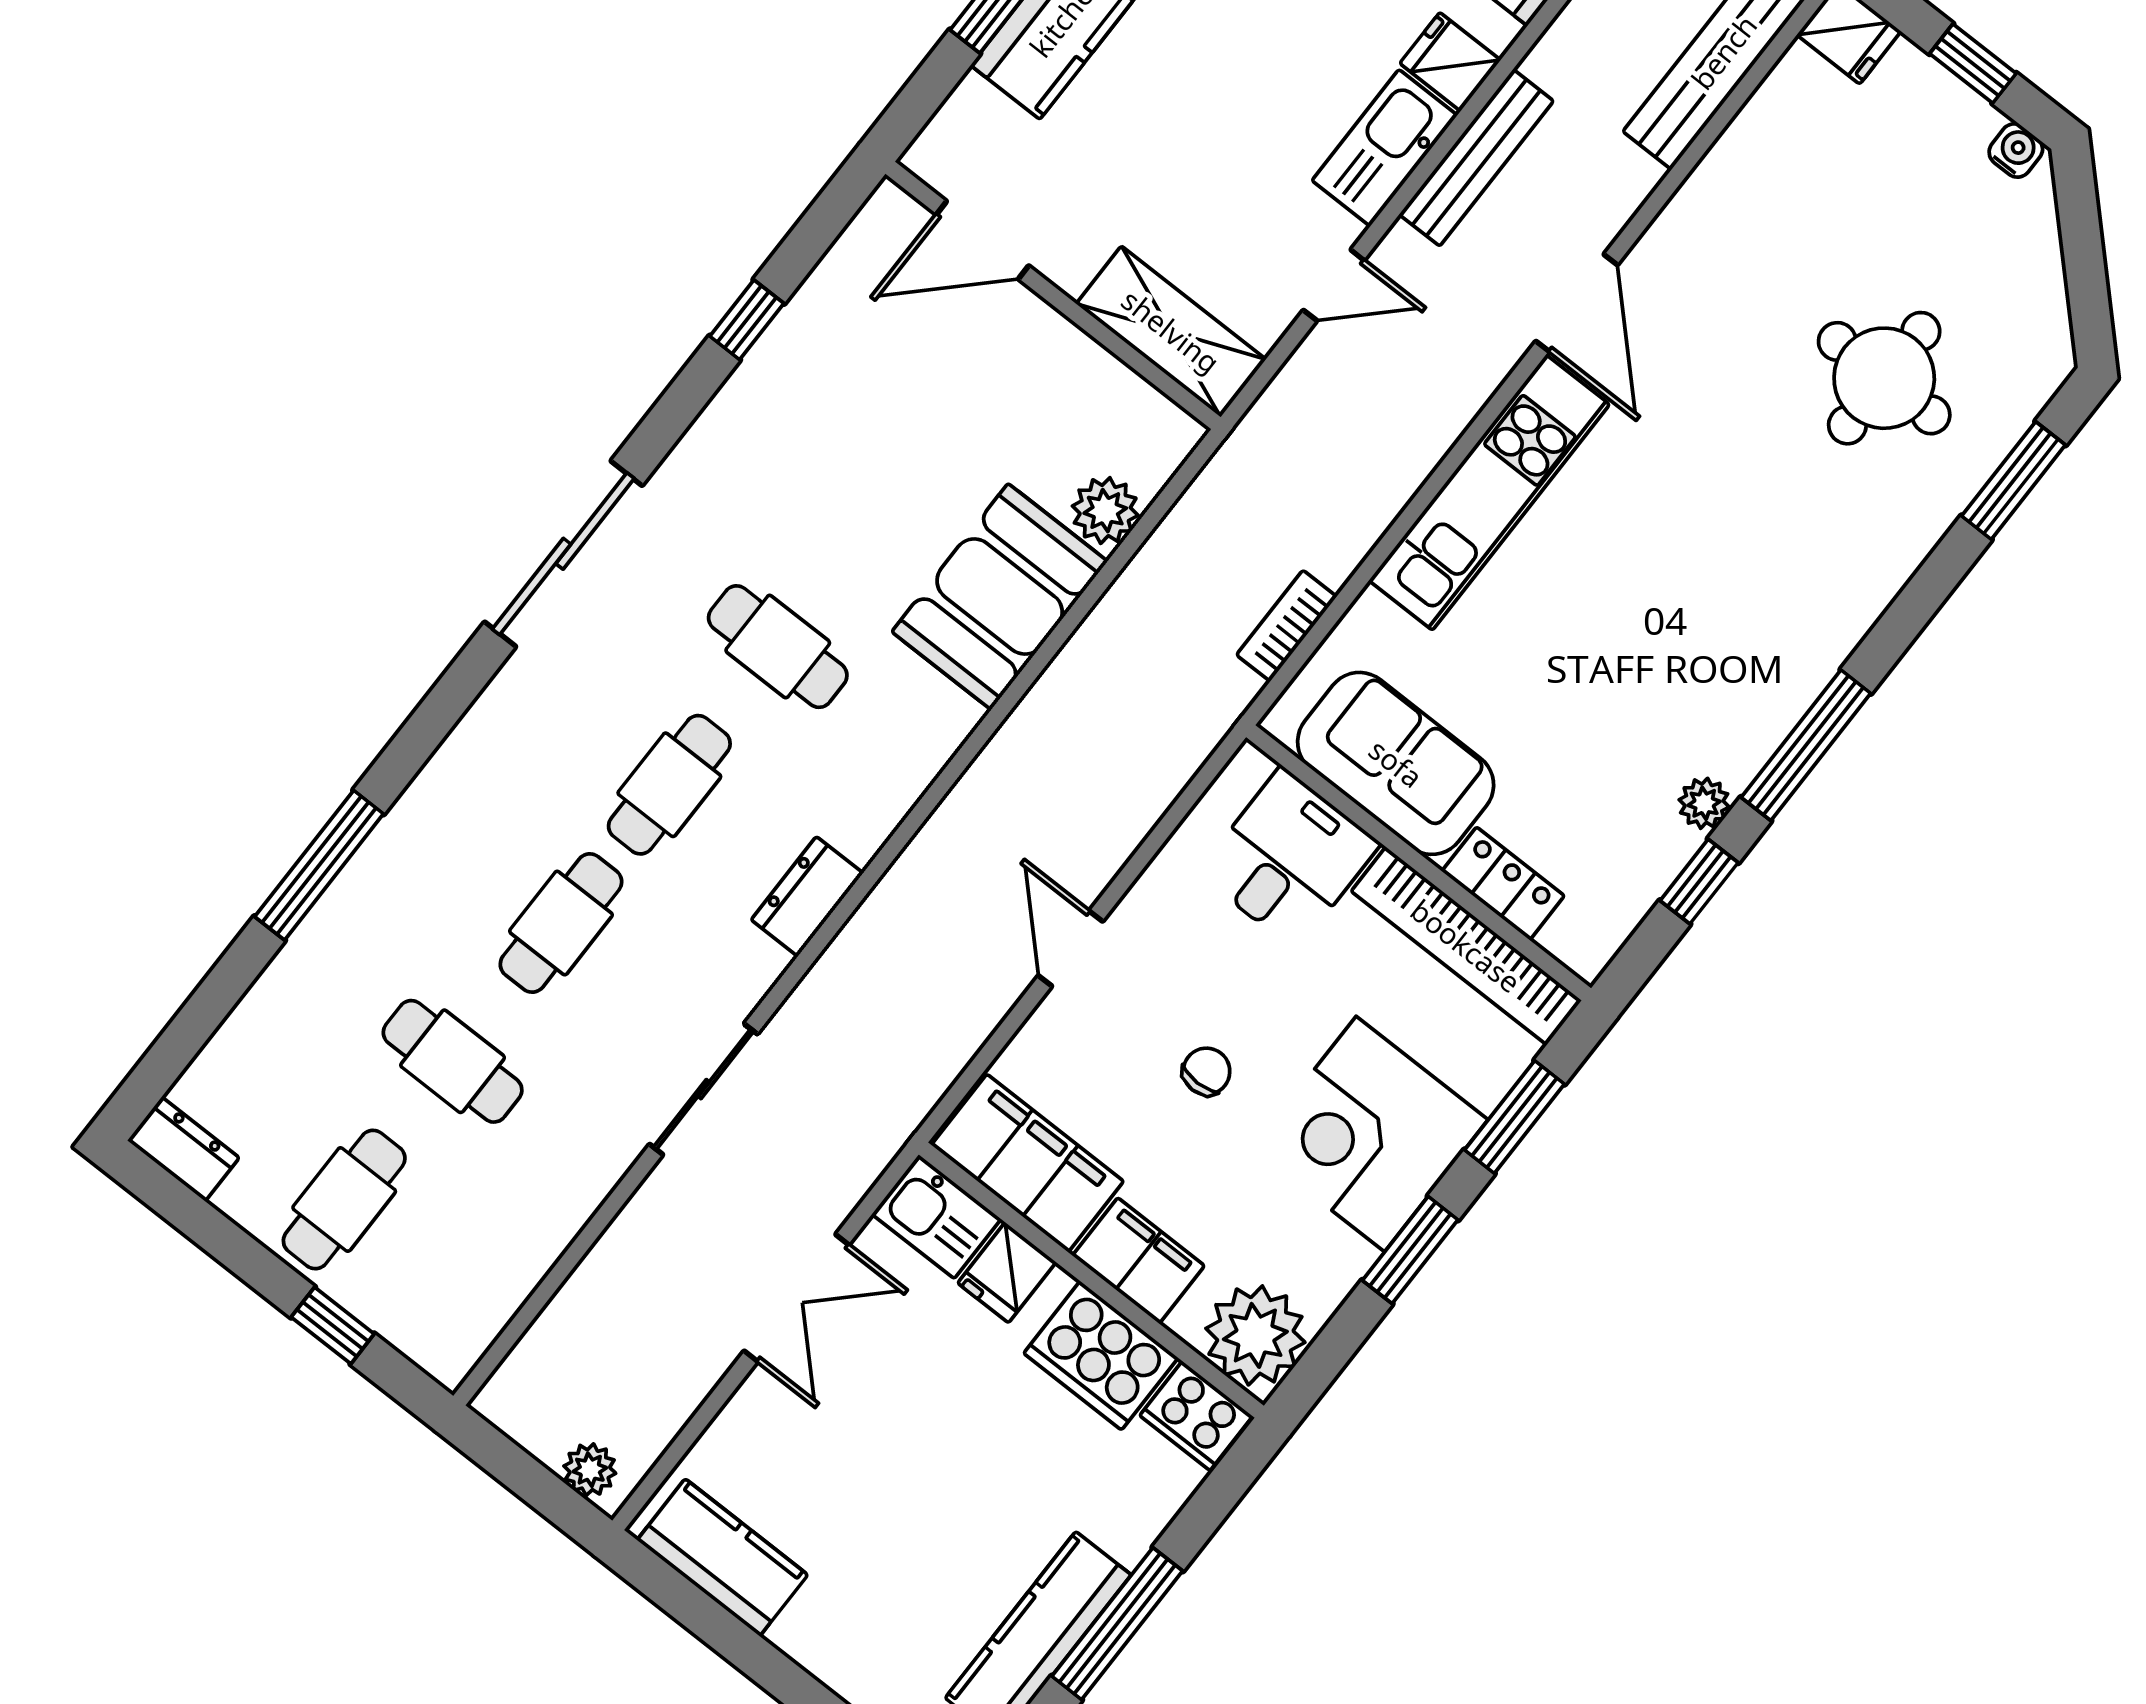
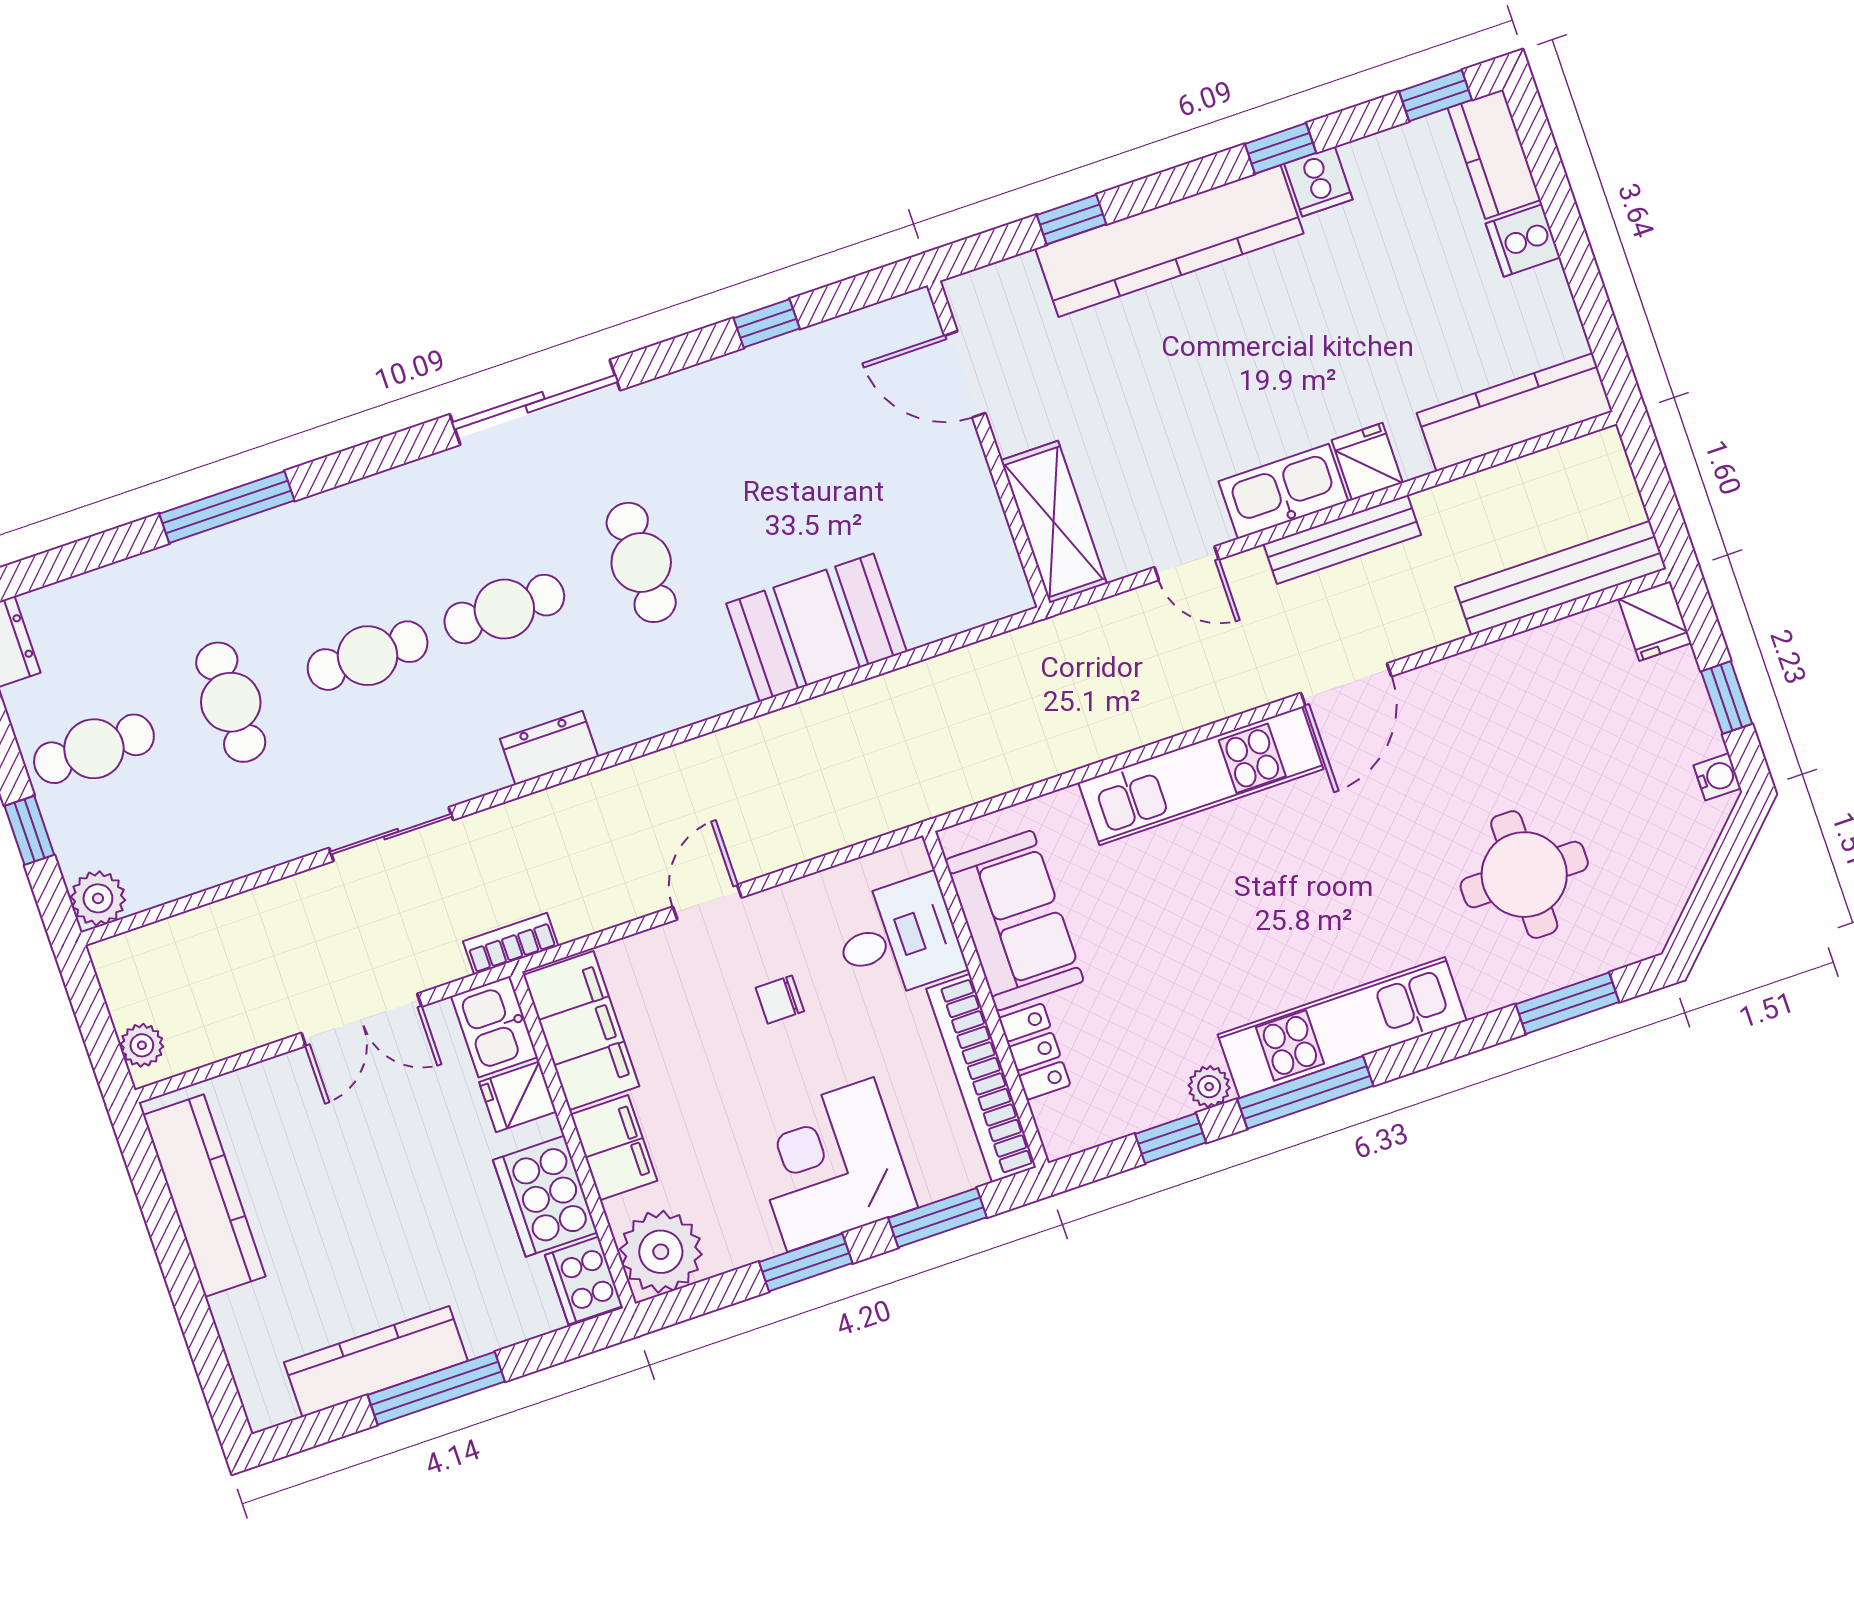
plant: (1105, 511) -> (98, 898), moved
bookcase: (1287, 626) -> (511, 944), moved
kitchen unit: (1800, 655) -> (1342, 1028), added
chair: (1206, 1071) -> (780, 1000), moved, turned 180
kitchen counter: (722, 1557) -> (204, 1196), width x1.50

